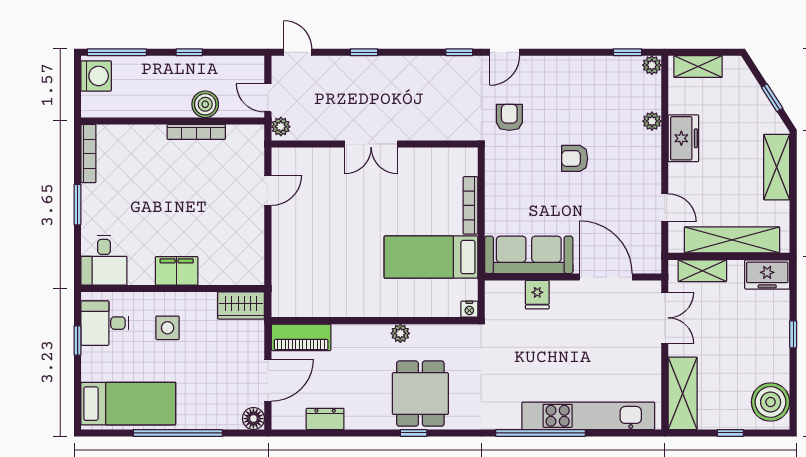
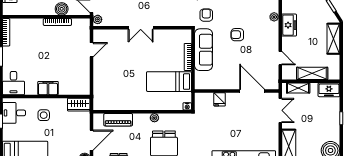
shelving: (732, 240) -> (312, 73), width x0.68
sofa: (529, 255) -> (203, 50), moved, turned 90
piano: (301, 337) -> (118, 120), moved

